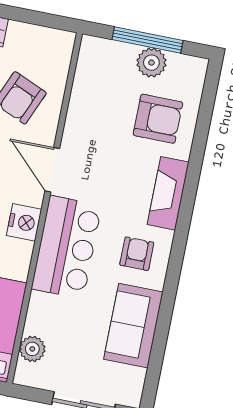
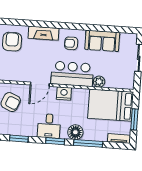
plant: (32, 349) -> (99, 82), moved

